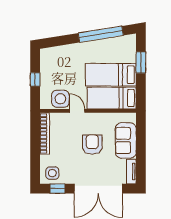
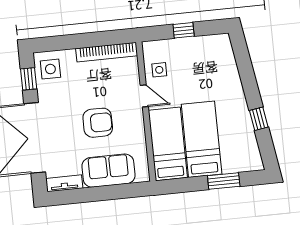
window: (101, 34) -> (259, 119), width x0.32
side table: (60, 99) -> (159, 70), width x0.54, depth x0.54
door: (77, 111) -> (144, 96), hinge flipped

